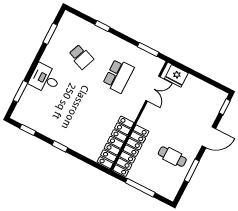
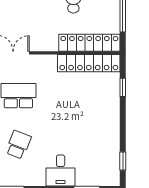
window: (60, 146) -> (123, 87), moved

